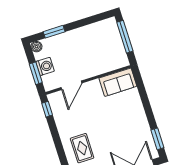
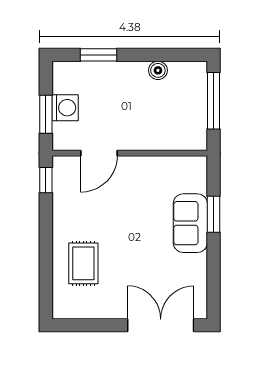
boiler: (36, 47) -> (158, 70), moved
sofa: (118, 82) -> (190, 223), moved, turned 90
window: (157, 139) -> (214, 214), moved

